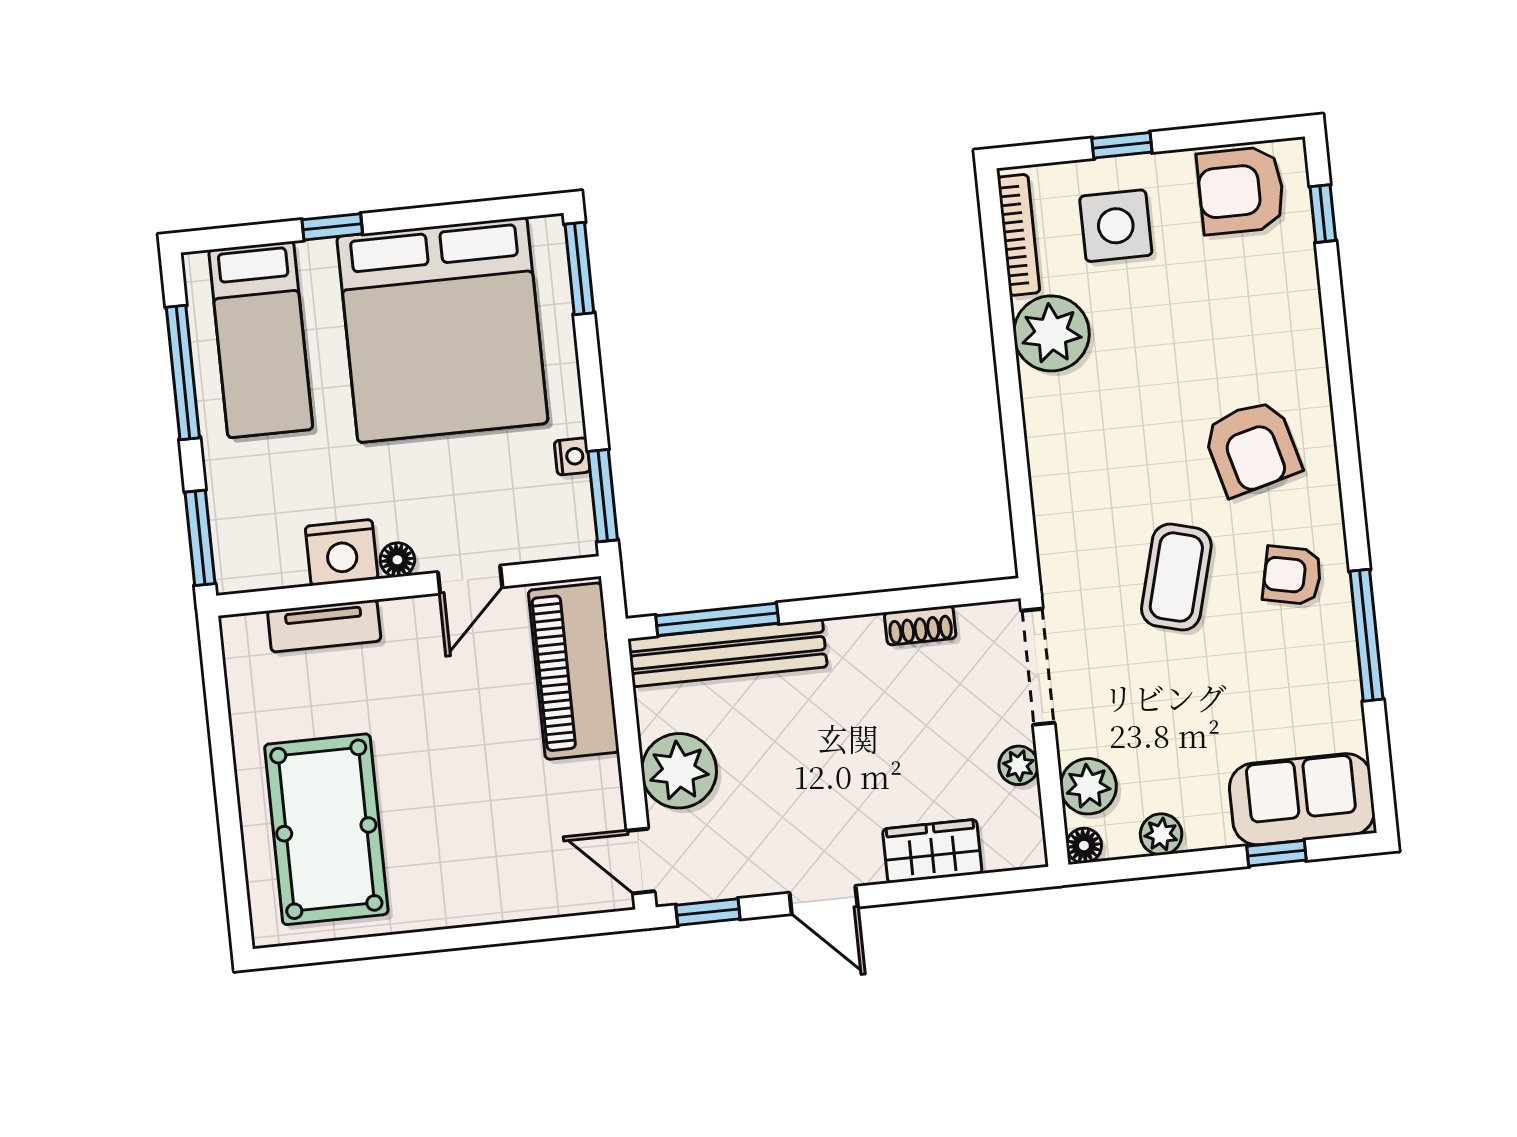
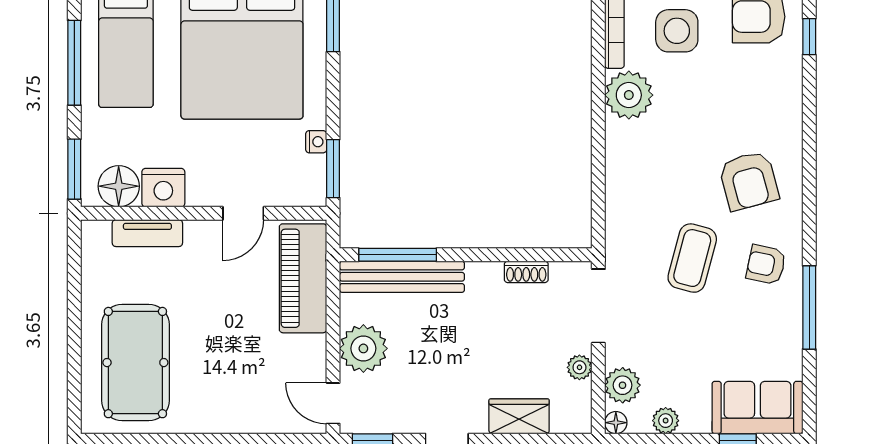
floor lamp: (397, 560) -> (119, 186), moved, width x1.89, depth x1.89

